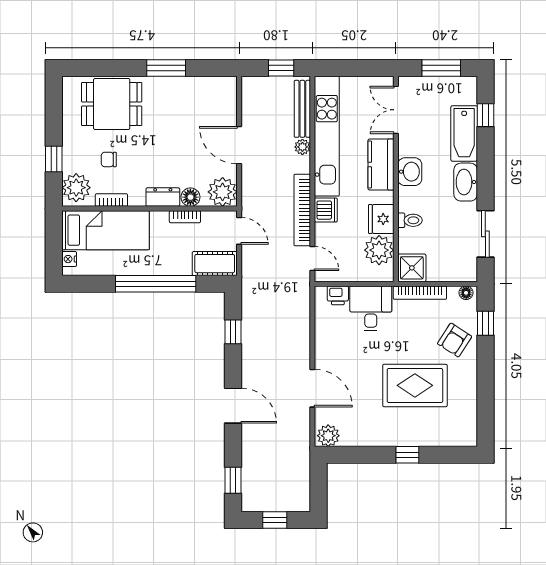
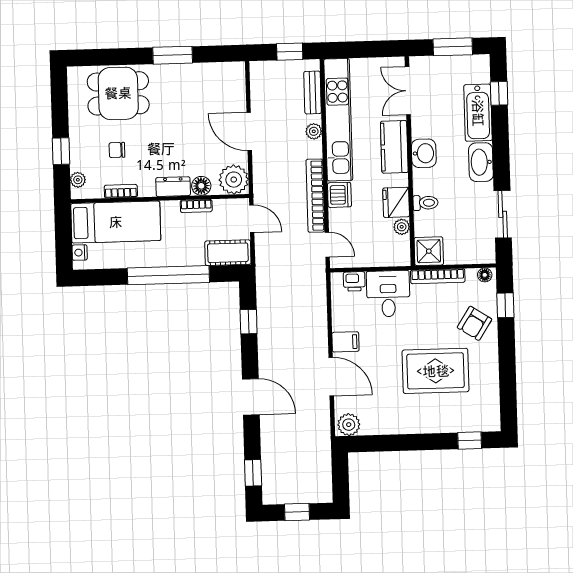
bench: (302, 109) -> (312, 93), width x0.73
plant: (76, 188) -> (78, 180), width x0.53, depth x0.53
plant: (379, 250) -> (402, 227), width x0.53, depth x0.53
filing cabinet: (327, 354) -> (345, 342), added
window: (407, 455) -> (470, 441), moved

